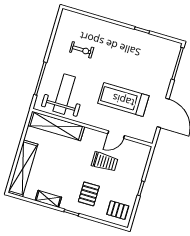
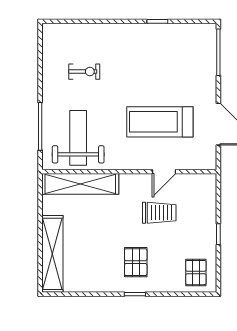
pallet: (89, 194) -> (136, 262), moved
shelving: (48, 199) -> (98, 285), removed
pallet: (118, 210) -> (196, 273), turned 90

